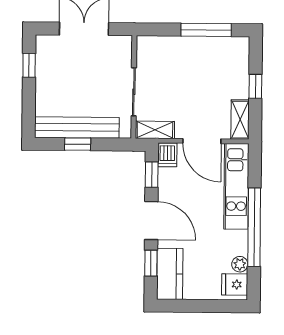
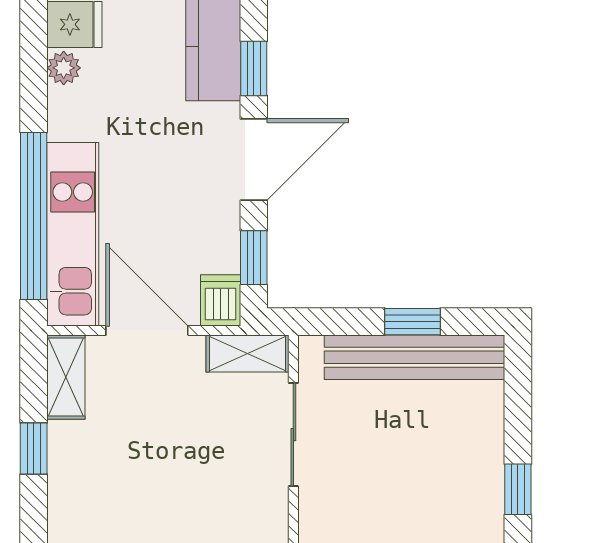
door: (151, 221) -> (254, 160), swing flipped
window: (254, 227) -> (34, 216), moved

